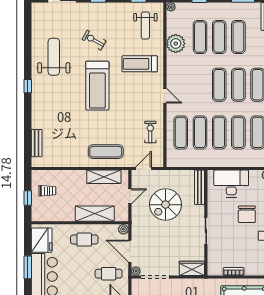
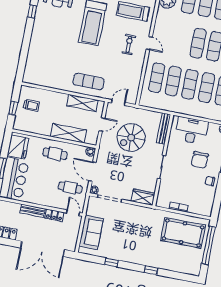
exercise bike: (150, 132) -> (129, 44), moved
bench: (37, 143) -> (30, 62), removed

